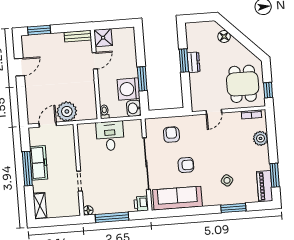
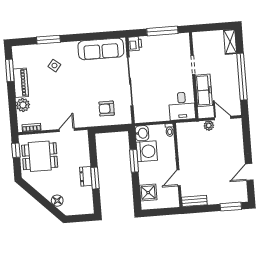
shower: (103, 38) -> (148, 193), moved
dining table: (243, 84) -> (40, 156), turned 90
plant: (67, 111) -> (209, 126), width x0.53, depth x0.53
door: (48, 125) -> (223, 118), swing flipped
armchair: (171, 135) -> (107, 109), turned 90
desk: (110, 136) -> (182, 106), moved
freezer: (39, 163) -> (204, 90), moved, turned 180
armchair: (186, 165) -> (93, 80), removed
window: (27, 169) -> (242, 77), width x1.46
piano: (265, 186) -> (21, 83), moved
floor lamp: (88, 210) -> (185, 37), removed

